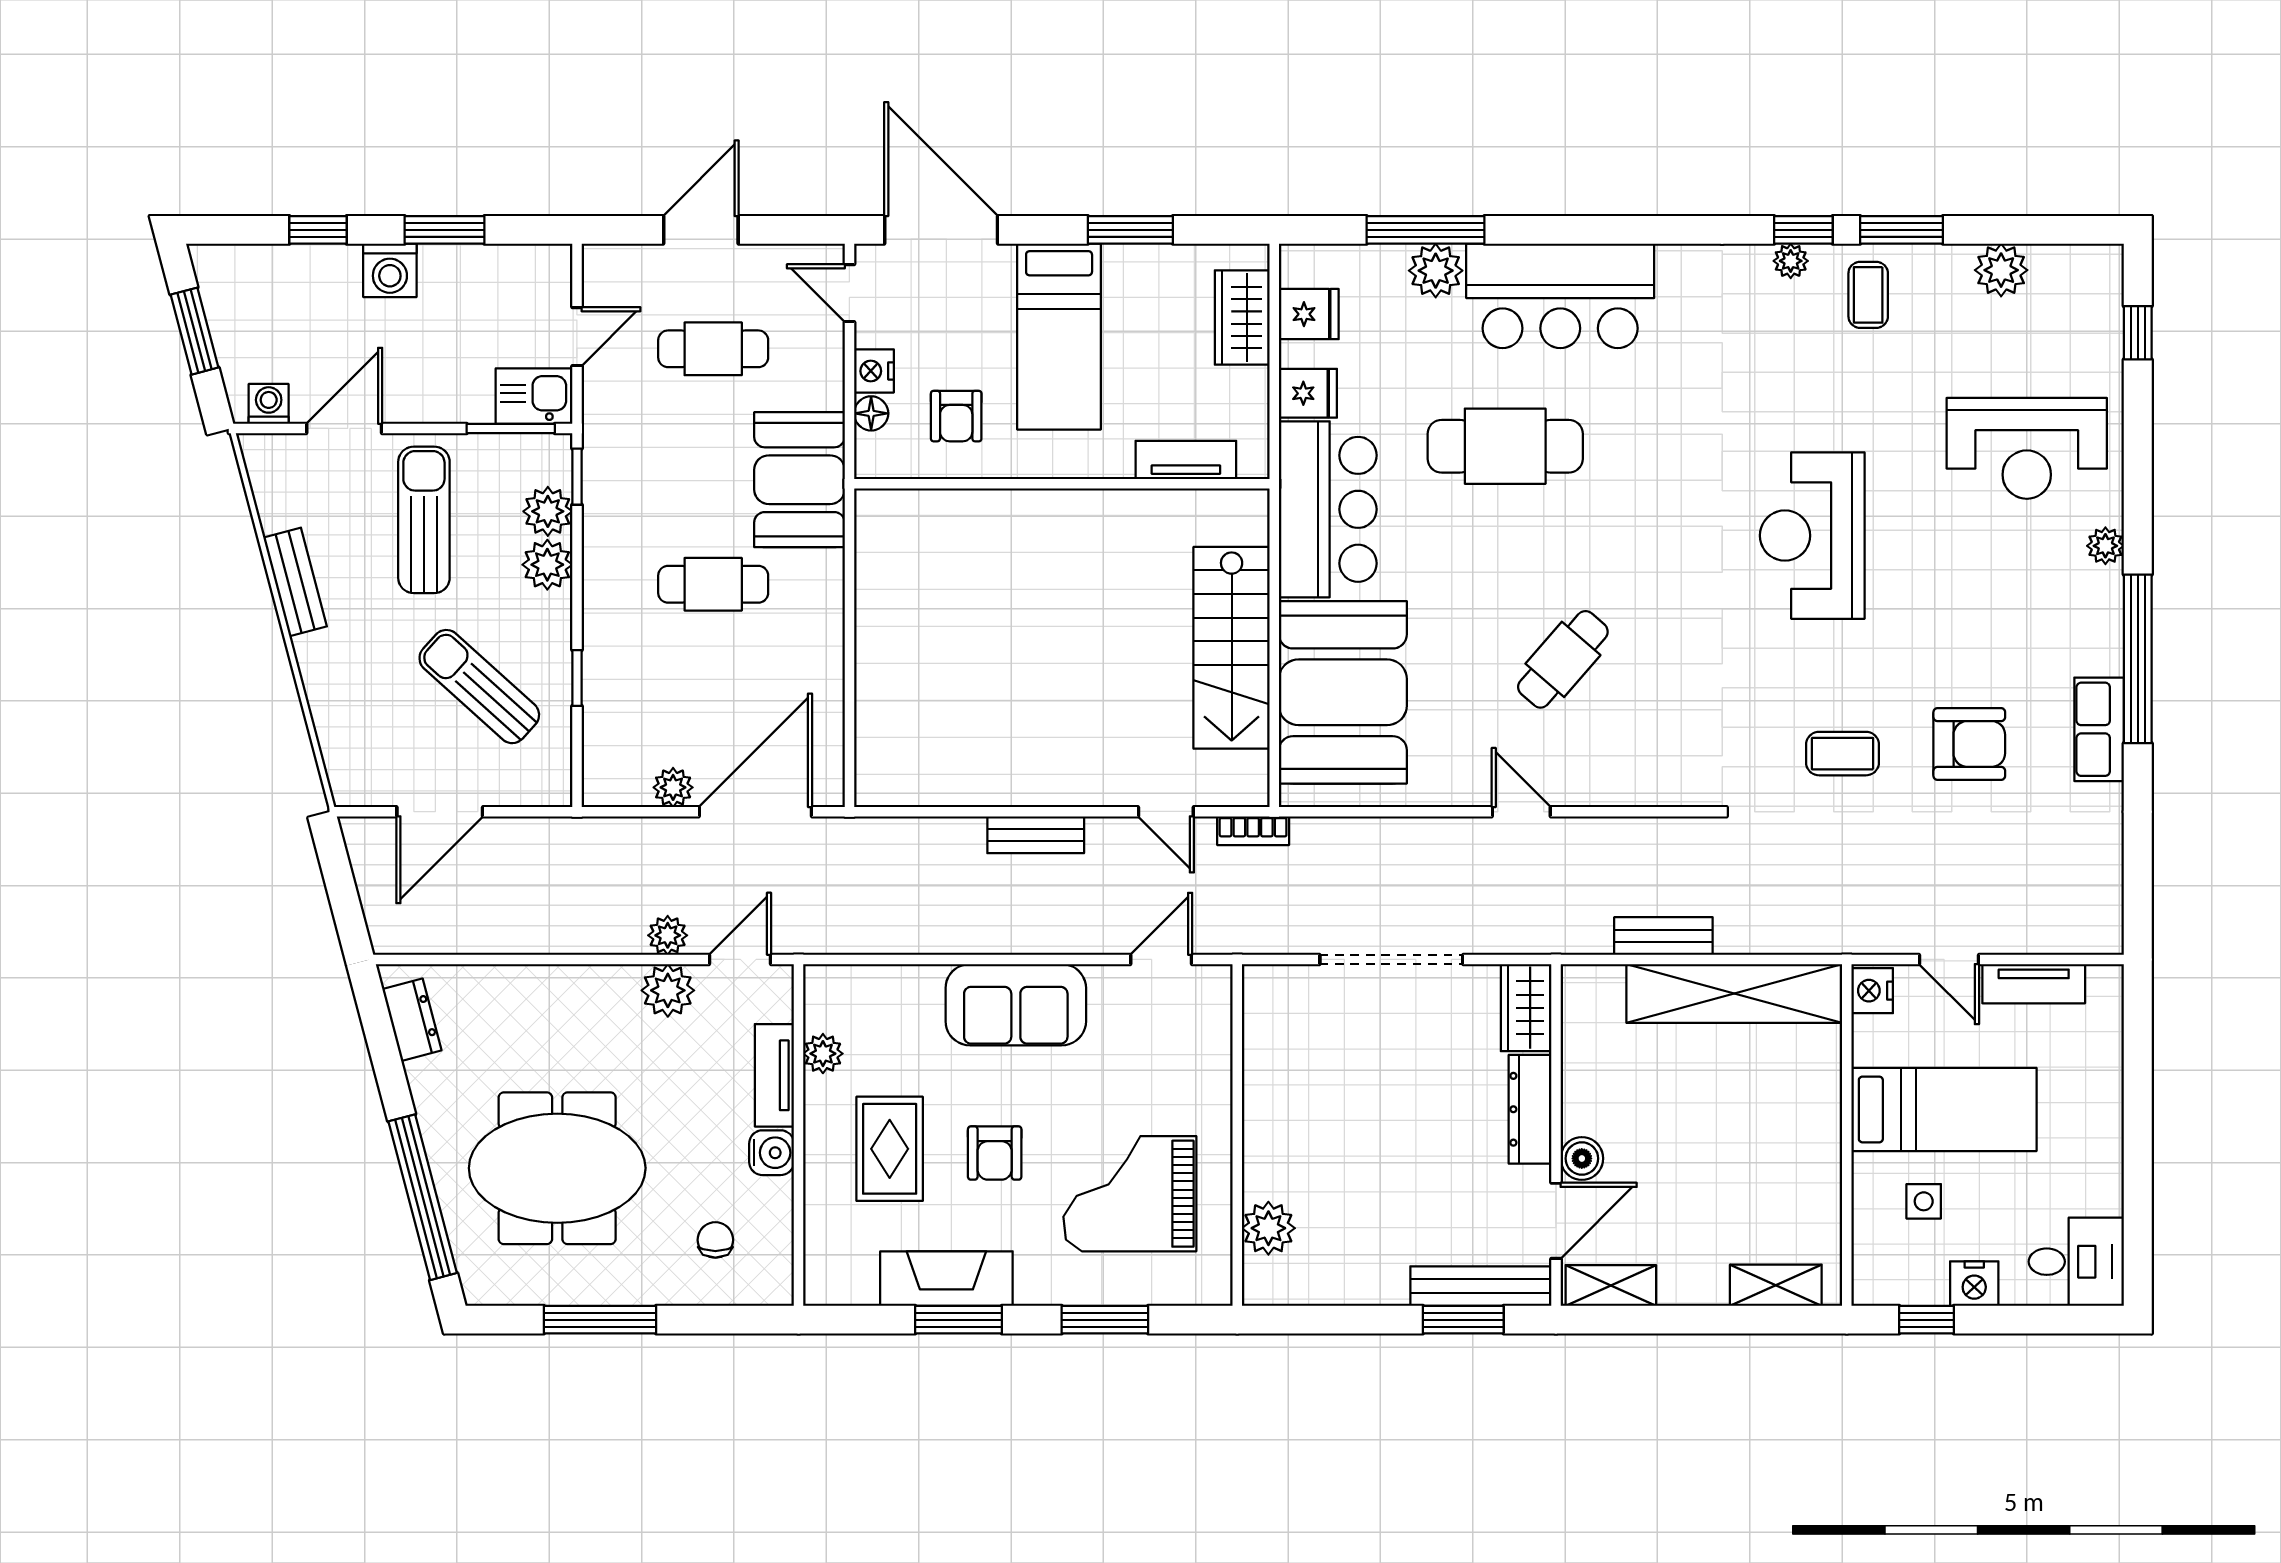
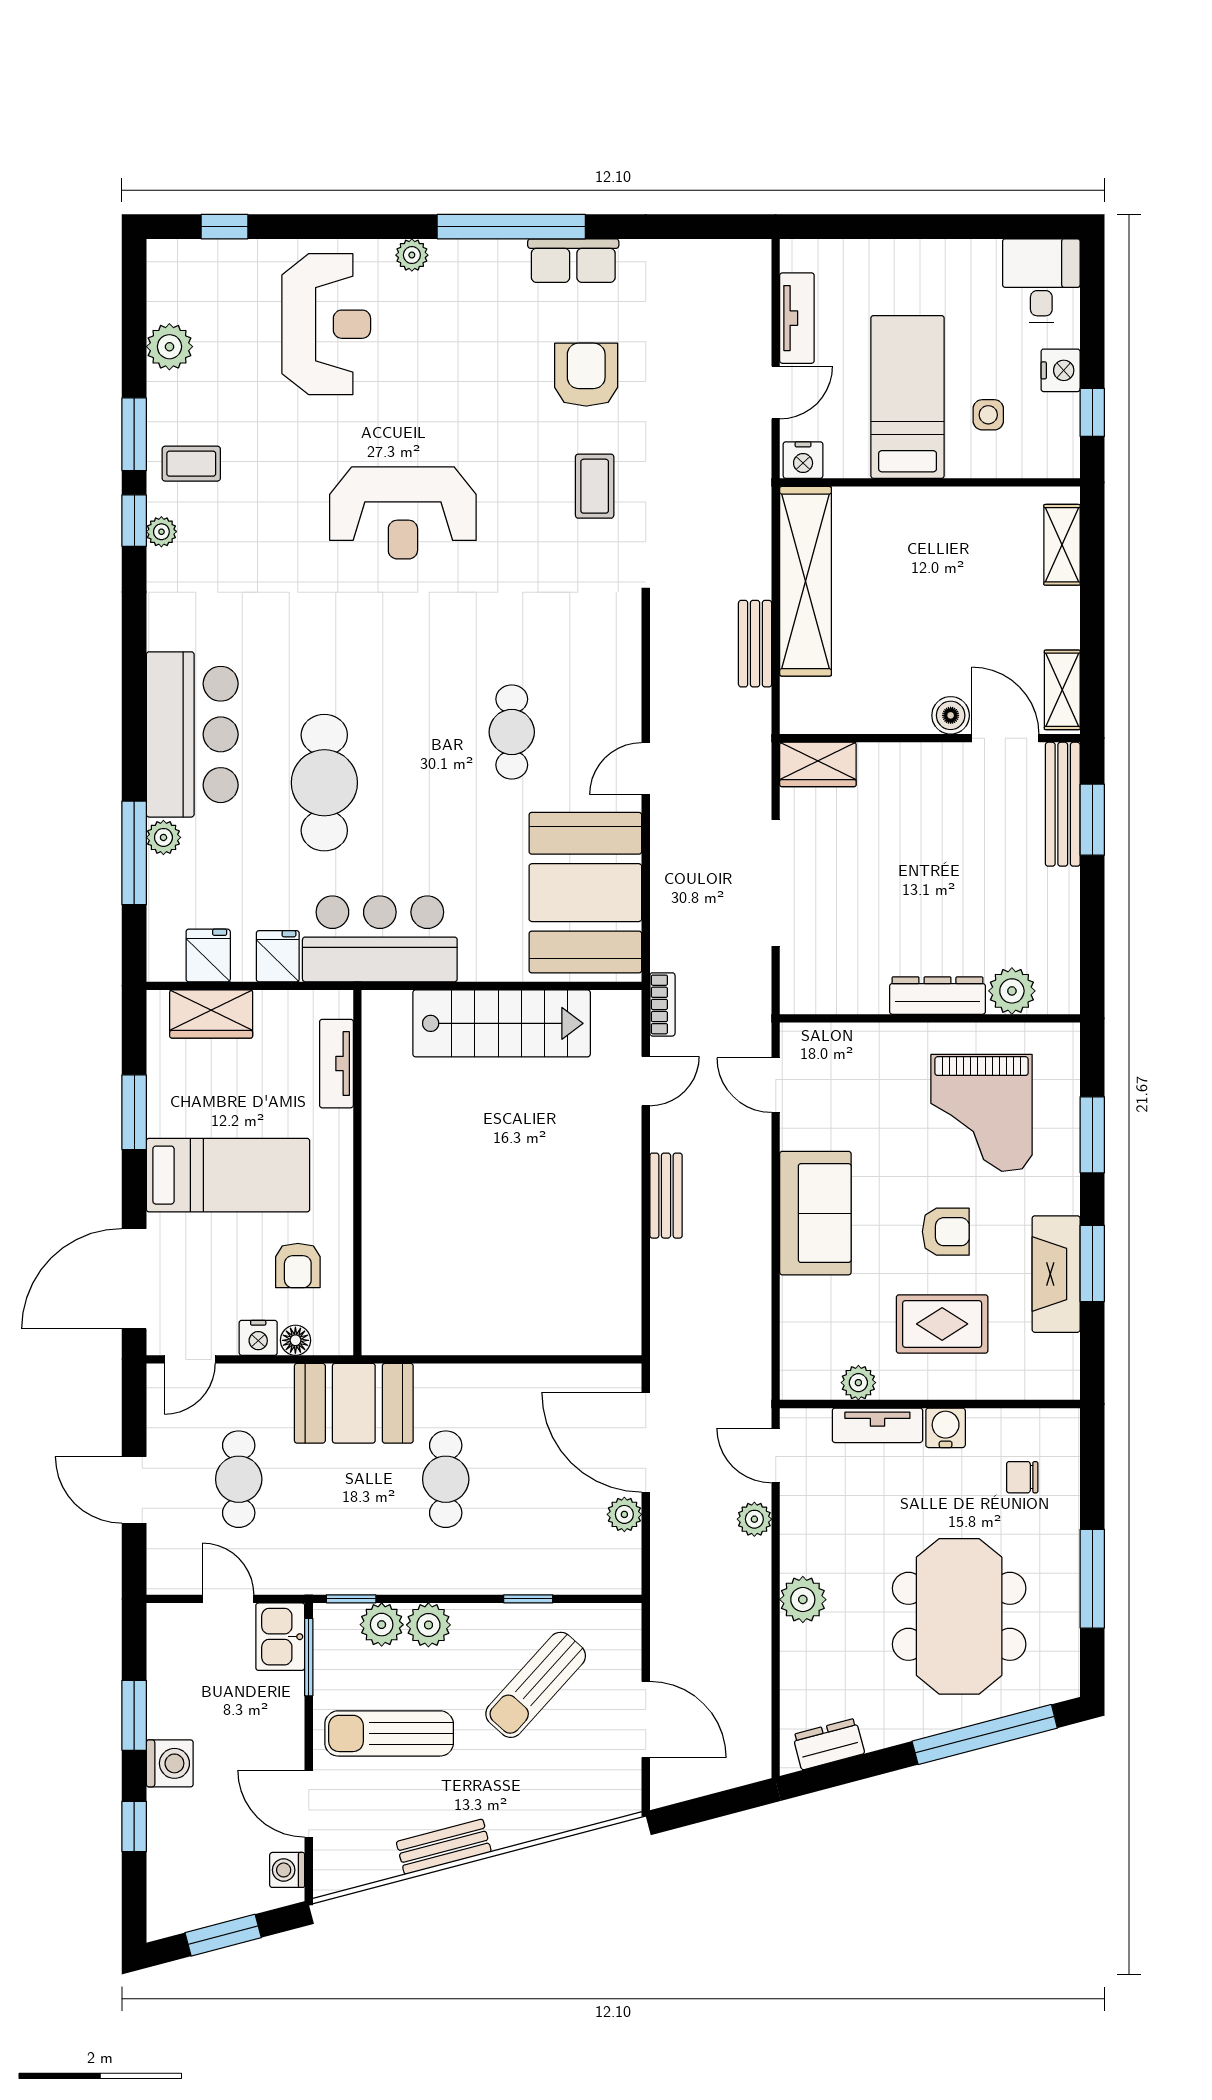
plant: (1436, 271) -> (163, 837), width x0.73, depth x0.73
armchair: (956, 416) -> (298, 1265), turned 90
cafe table: (1563, 659) -> (512, 732), turned 49
booth: (1343, 692) -> (585, 893), moved, turned 90
plant: (668, 990) -> (803, 1600), moved
dresser: (1530, 1109) -> (937, 996), moved, turned 180

